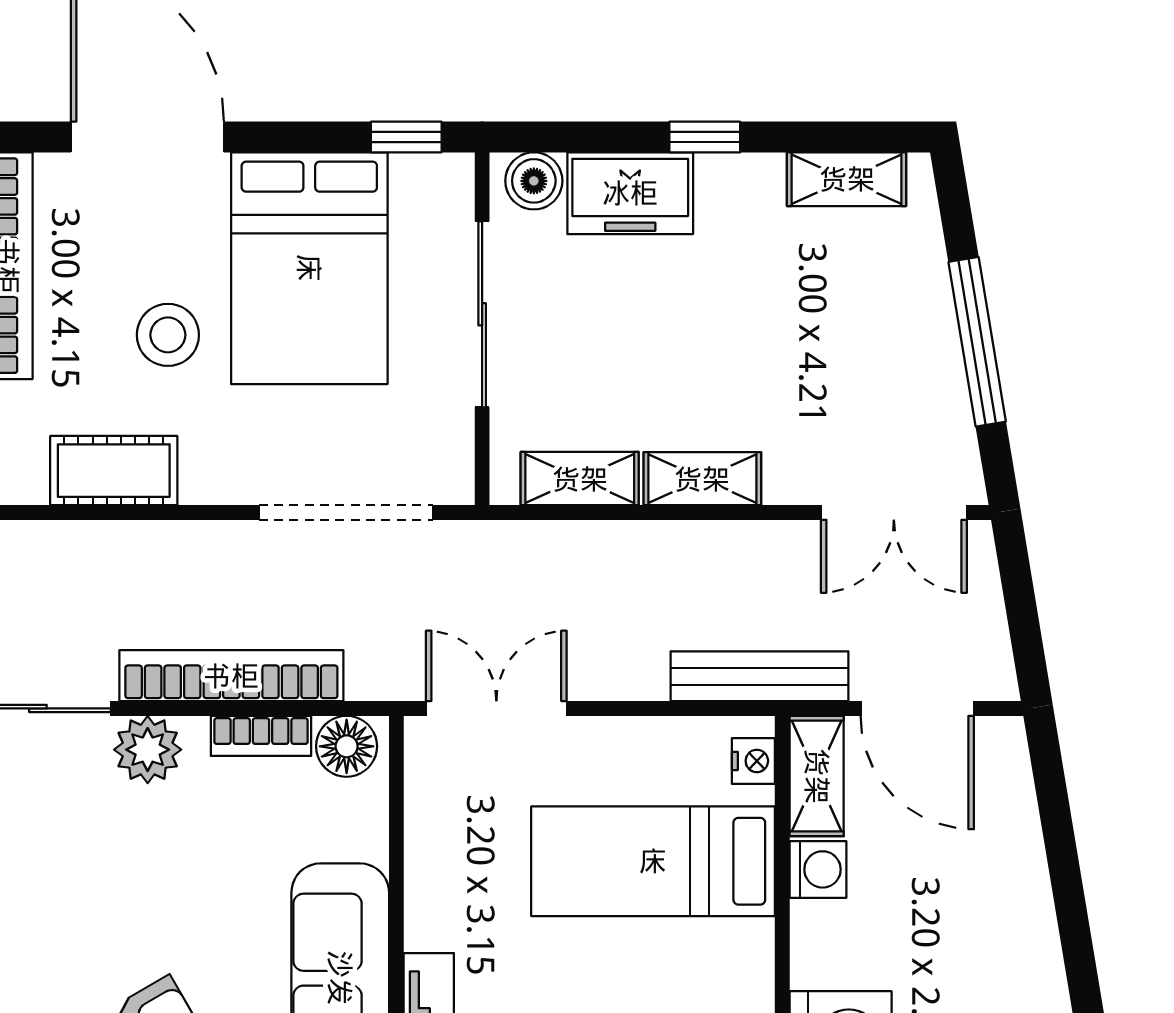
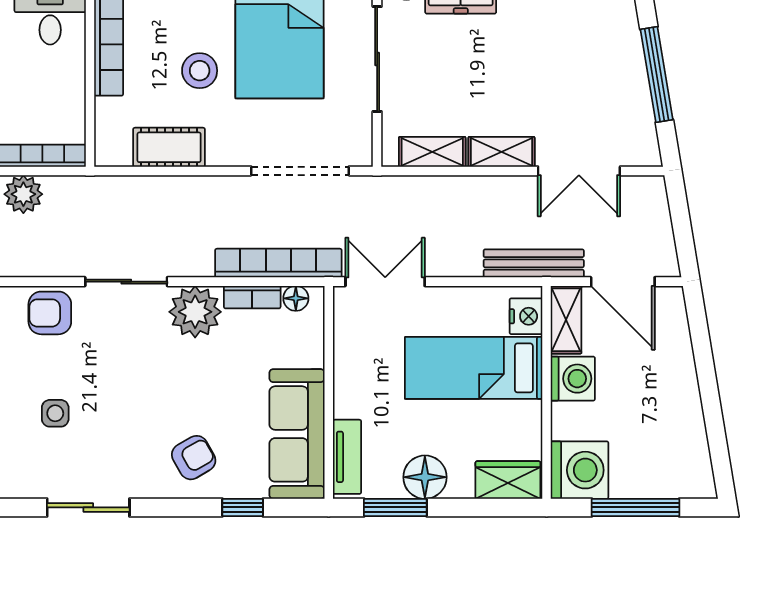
double door: (894, 512) -> (579, 171), moved
bookcase: (231, 676) -> (278, 263), moved
floor lamp: (347, 746) -> (296, 298), width x0.73, depth x0.73
plant: (148, 750) -> (195, 312), width x1.36, depth x1.36
nightstand: (753, 761) -> (526, 316), width x1.39, depth x1.35
washing machine: (818, 869) -> (573, 379), width x1.38, depth x1.38

